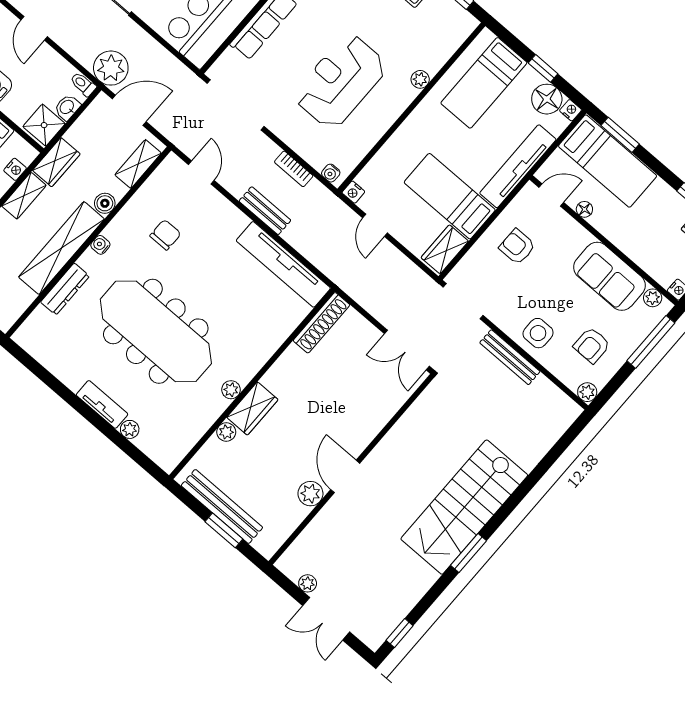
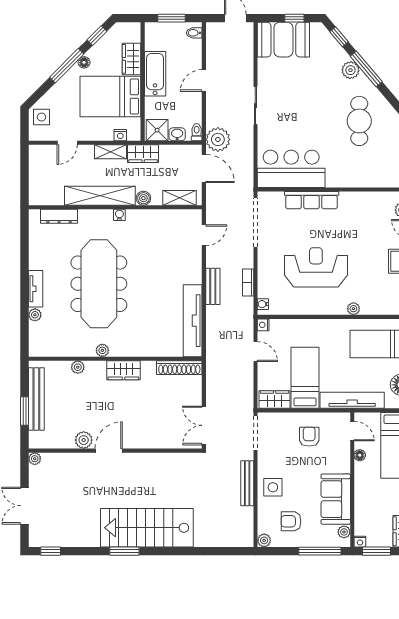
door: (375, 225) -> (255, 352), swing flipped
chair: (165, 235) -> (154, 245), removed
dresser: (65, 289) -> (59, 216), moved
wardrobe: (252, 408) -> (123, 370), moved
plant: (308, 583) -> (35, 459), moved

